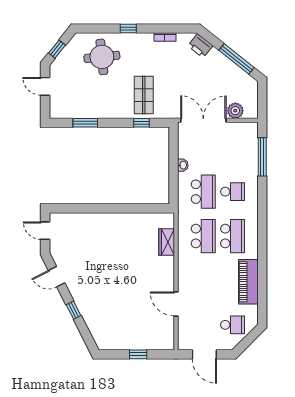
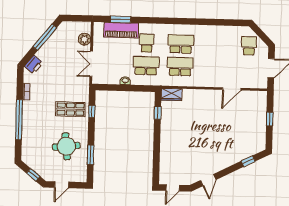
window: (128, 28) -> (19, 120), width x3.17
round table: (102, 57) -> (66, 146), moved
double door: (203, 120) -> (91, 64), width x0.73
window: (262, 157) -> (121, 19), width x0.69
window: (142, 208) -> (158, 113), added
wardrobe: (167, 242) -> (172, 94), moved
piano: (248, 282) -> (121, 30), moved
window: (74, 310) -> (248, 161), moved

